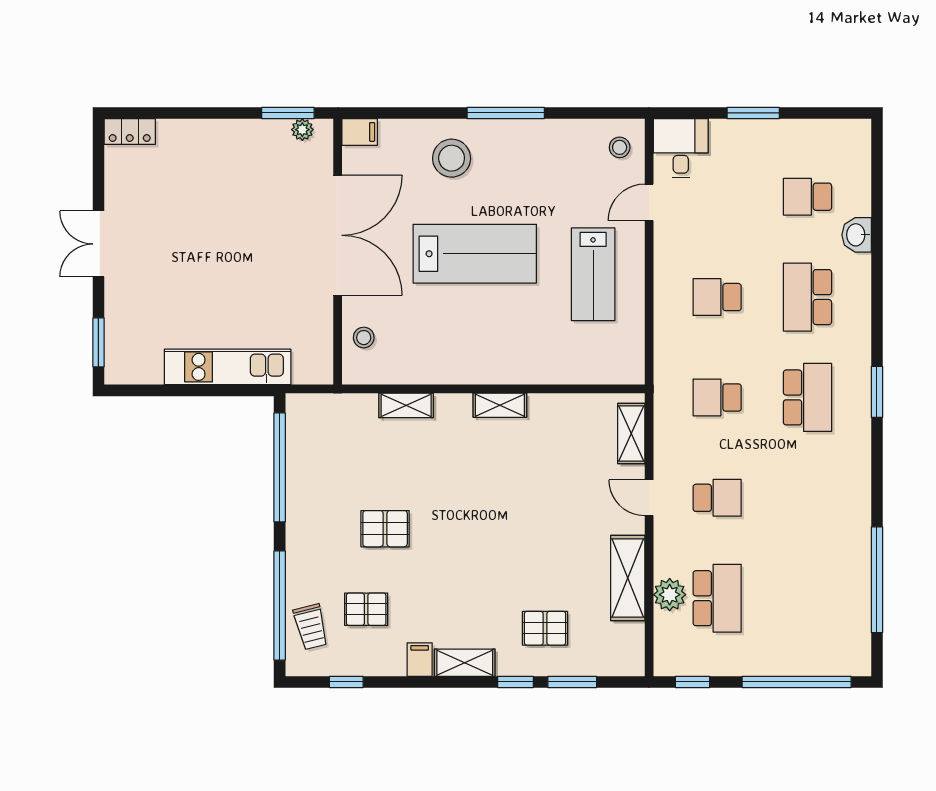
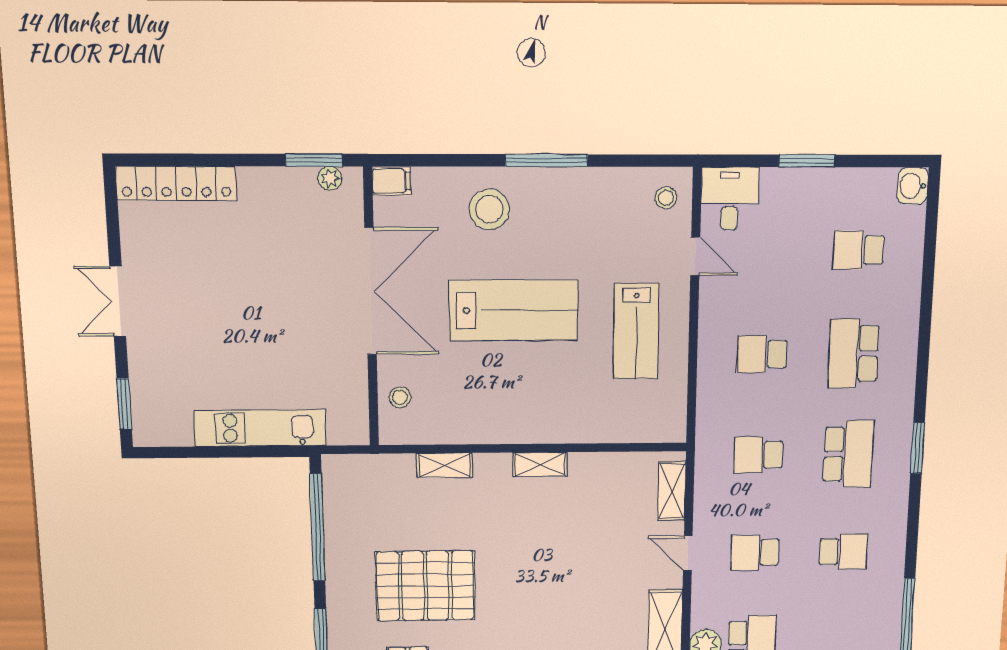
locker: (130, 132) -> (176, 183), width x2.16, depth x1.21
door: (649, 202) -> (695, 256), swing flipped
washbasin: (857, 235) -> (913, 186), moved
school desk: (717, 498) -> (755, 552), turned 180
school desk: (807, 498) -> (844, 551), added
pallet: (385, 529) -> (425, 586), width x2.05, depth x2.00

